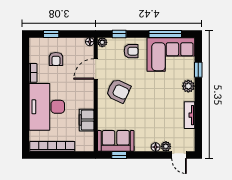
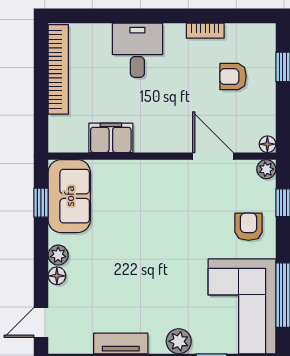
armchair: (131, 51) -> (249, 227), turned 180
armchair: (118, 91) -> (169, 202), removed
desk: (47, 107) -> (137, 50), width x0.53, depth x0.77
plant: (166, 146) -> (58, 255), moved

